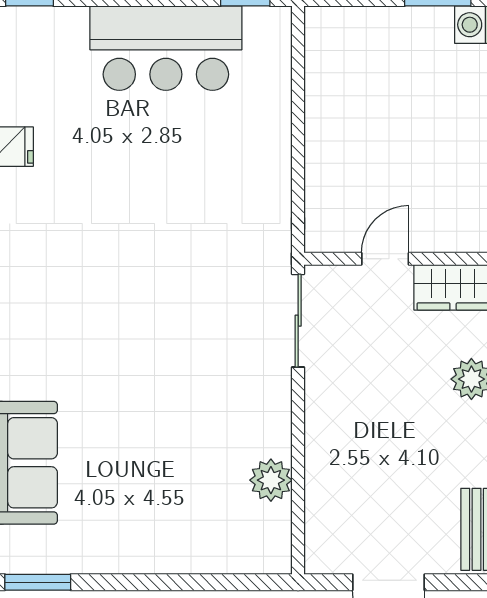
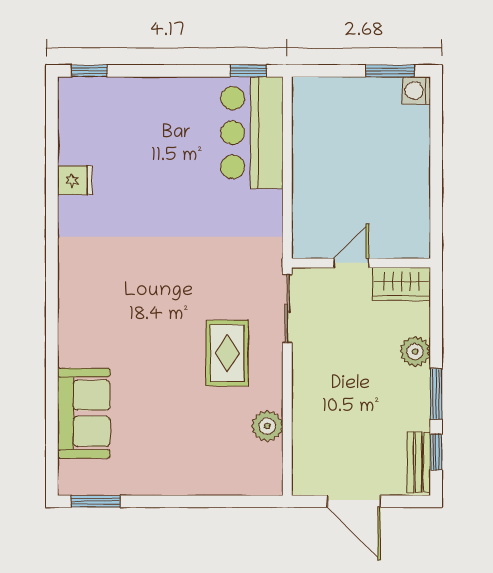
bar counter: (166, 48) -> (252, 133), moved, turned 90
rug: (216, 381) -> (227, 353), added

